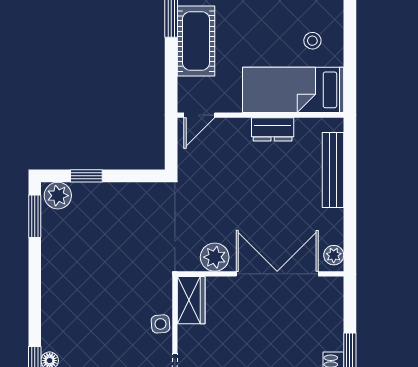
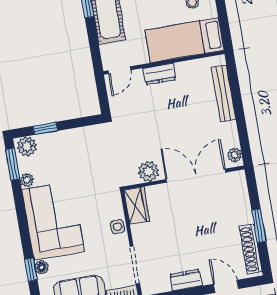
dresser: (273, 129) -> (159, 74), moved
plant: (50, 241) -> (27, 180), added
corner sofa: (76, 301) -> (53, 221), added

